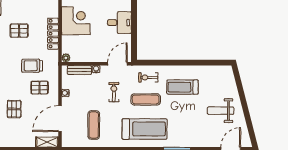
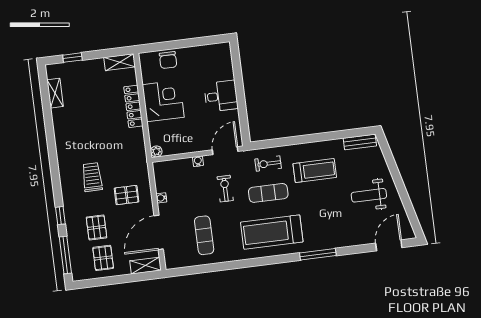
pallet: (19, 31) -> (103, 258), moved, turned 90
locker: (53, 34) -> (133, 106), moved
trolley: (32, 66) -> (92, 177), moved, turned 90
bench: (79, 70) -> (360, 142), moved
treadmill: (182, 87) -> (315, 171), turned 180
treadmill: (145, 129) -> (272, 232), turned 180

